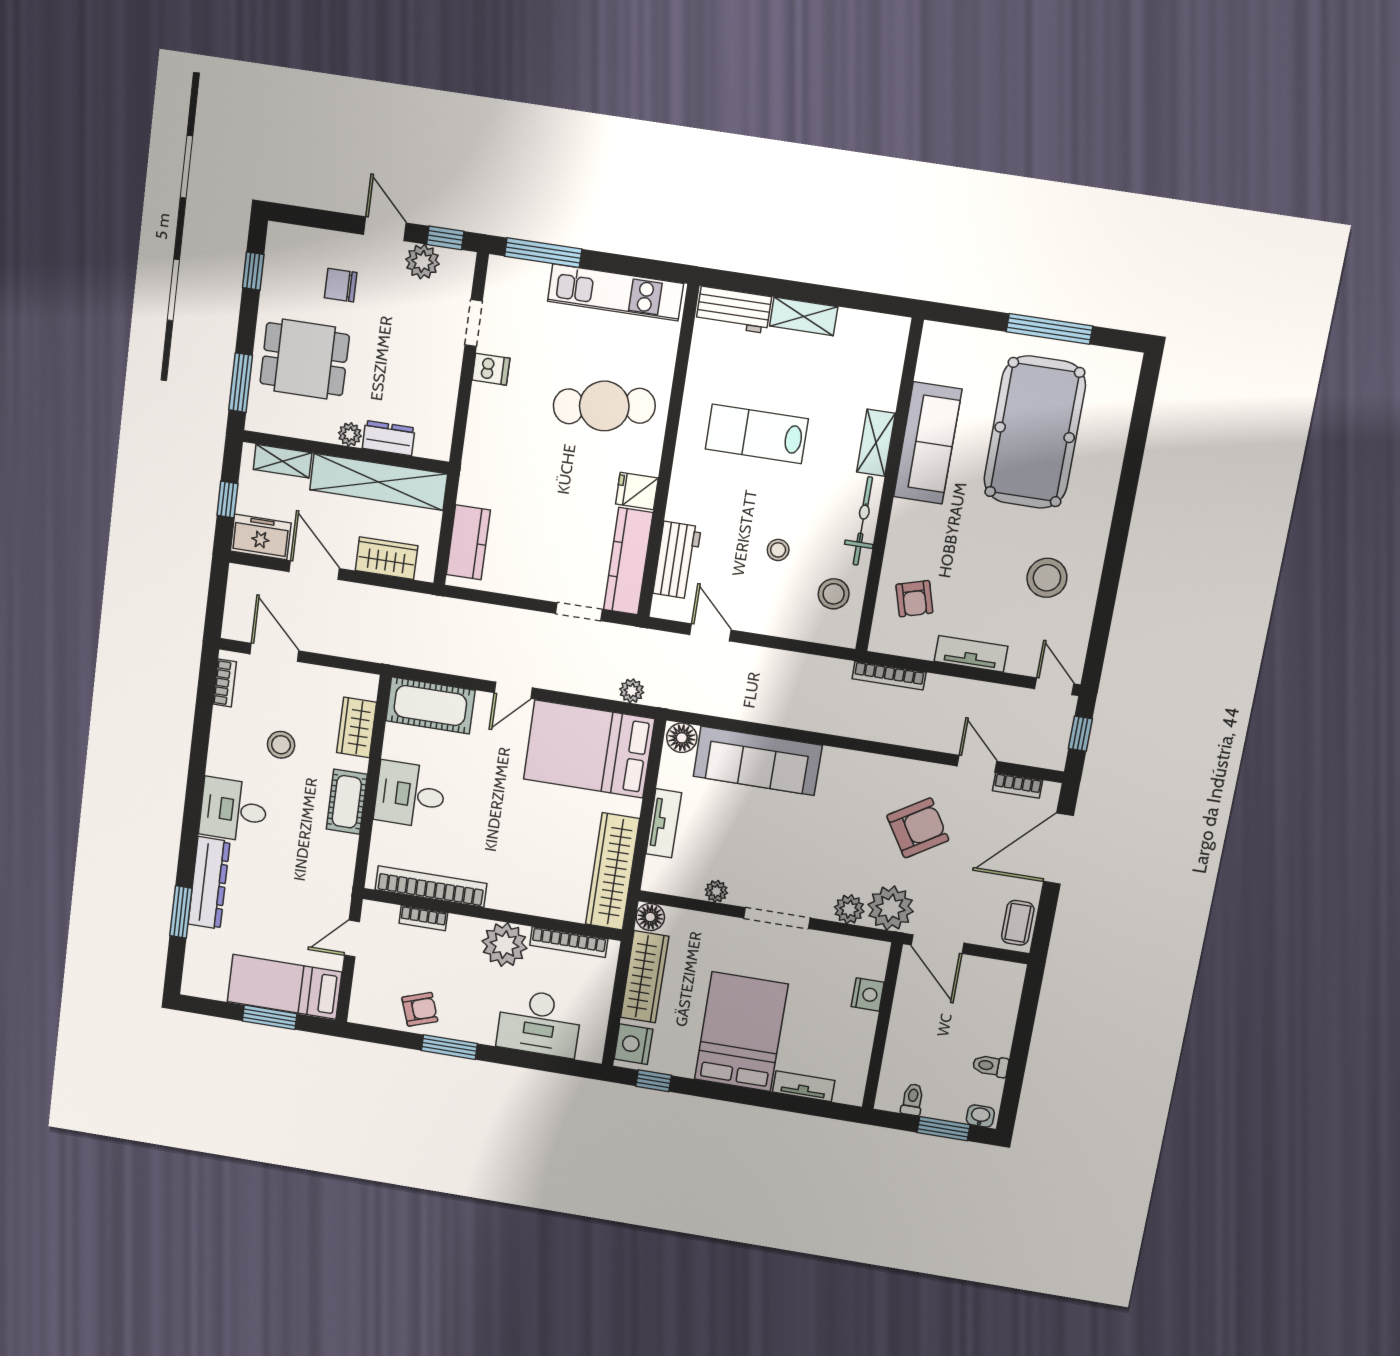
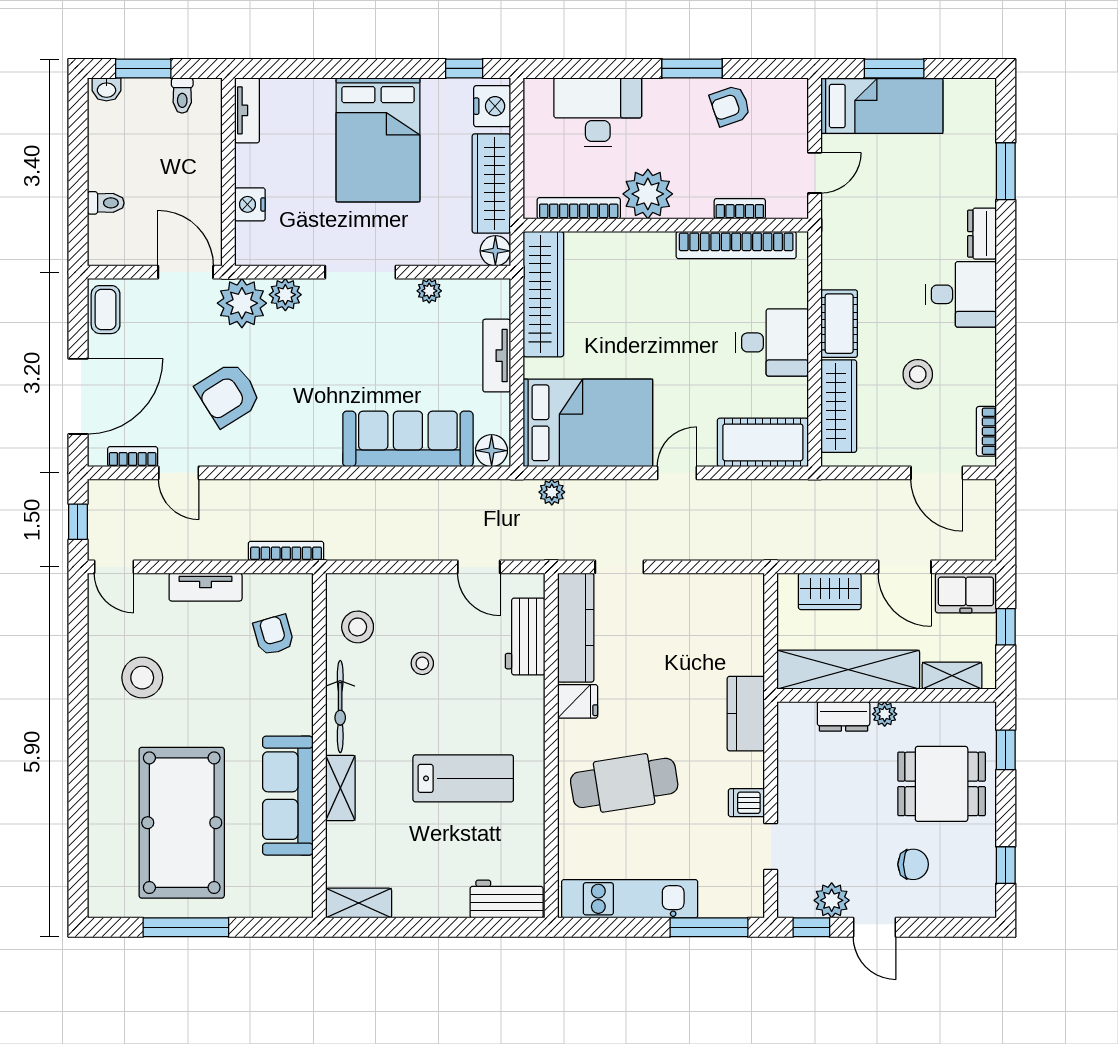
shelving: (804, 316) -> (359, 903), moved
window: (241, 383) -> (1006, 750), width x0.67
kitchen counter: (468, 542) -> (746, 714), moved
wardrobe: (357, 727) -> (839, 406), width x1.50
dresser: (209, 883) -> (982, 234), width x0.51, depth x0.80
toilet: (991, 1066) -> (106, 203), moved
tv unit: (804, 1086) -> (247, 110), moved, turned -90

